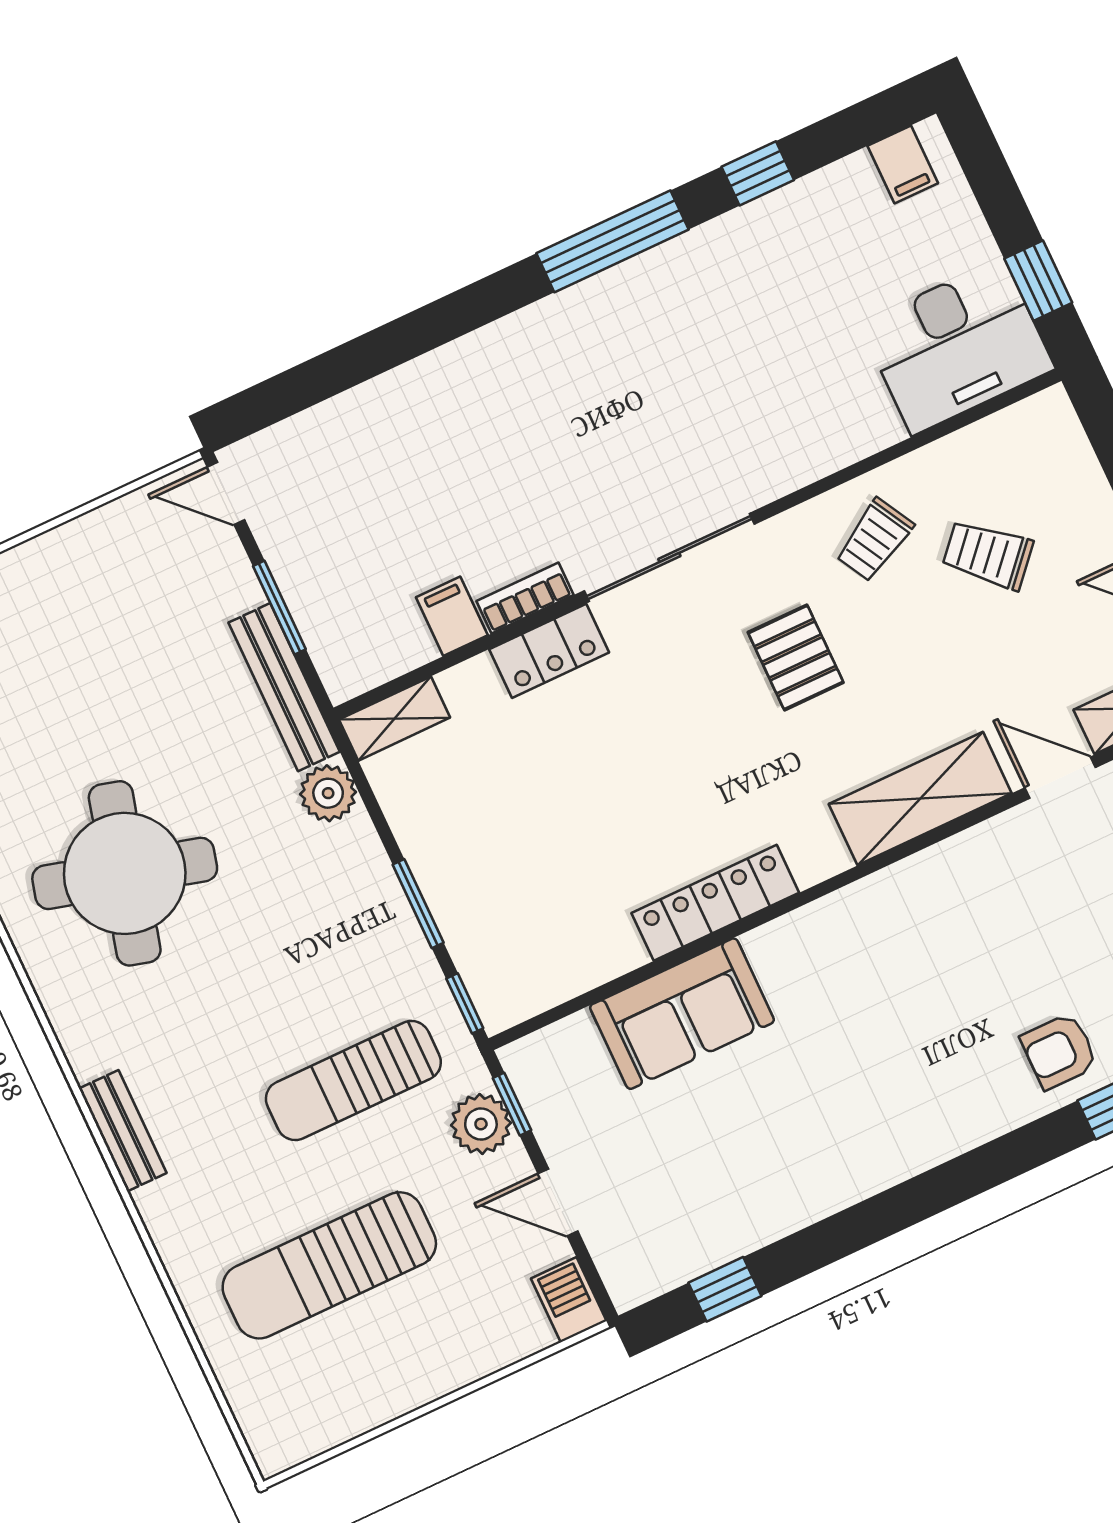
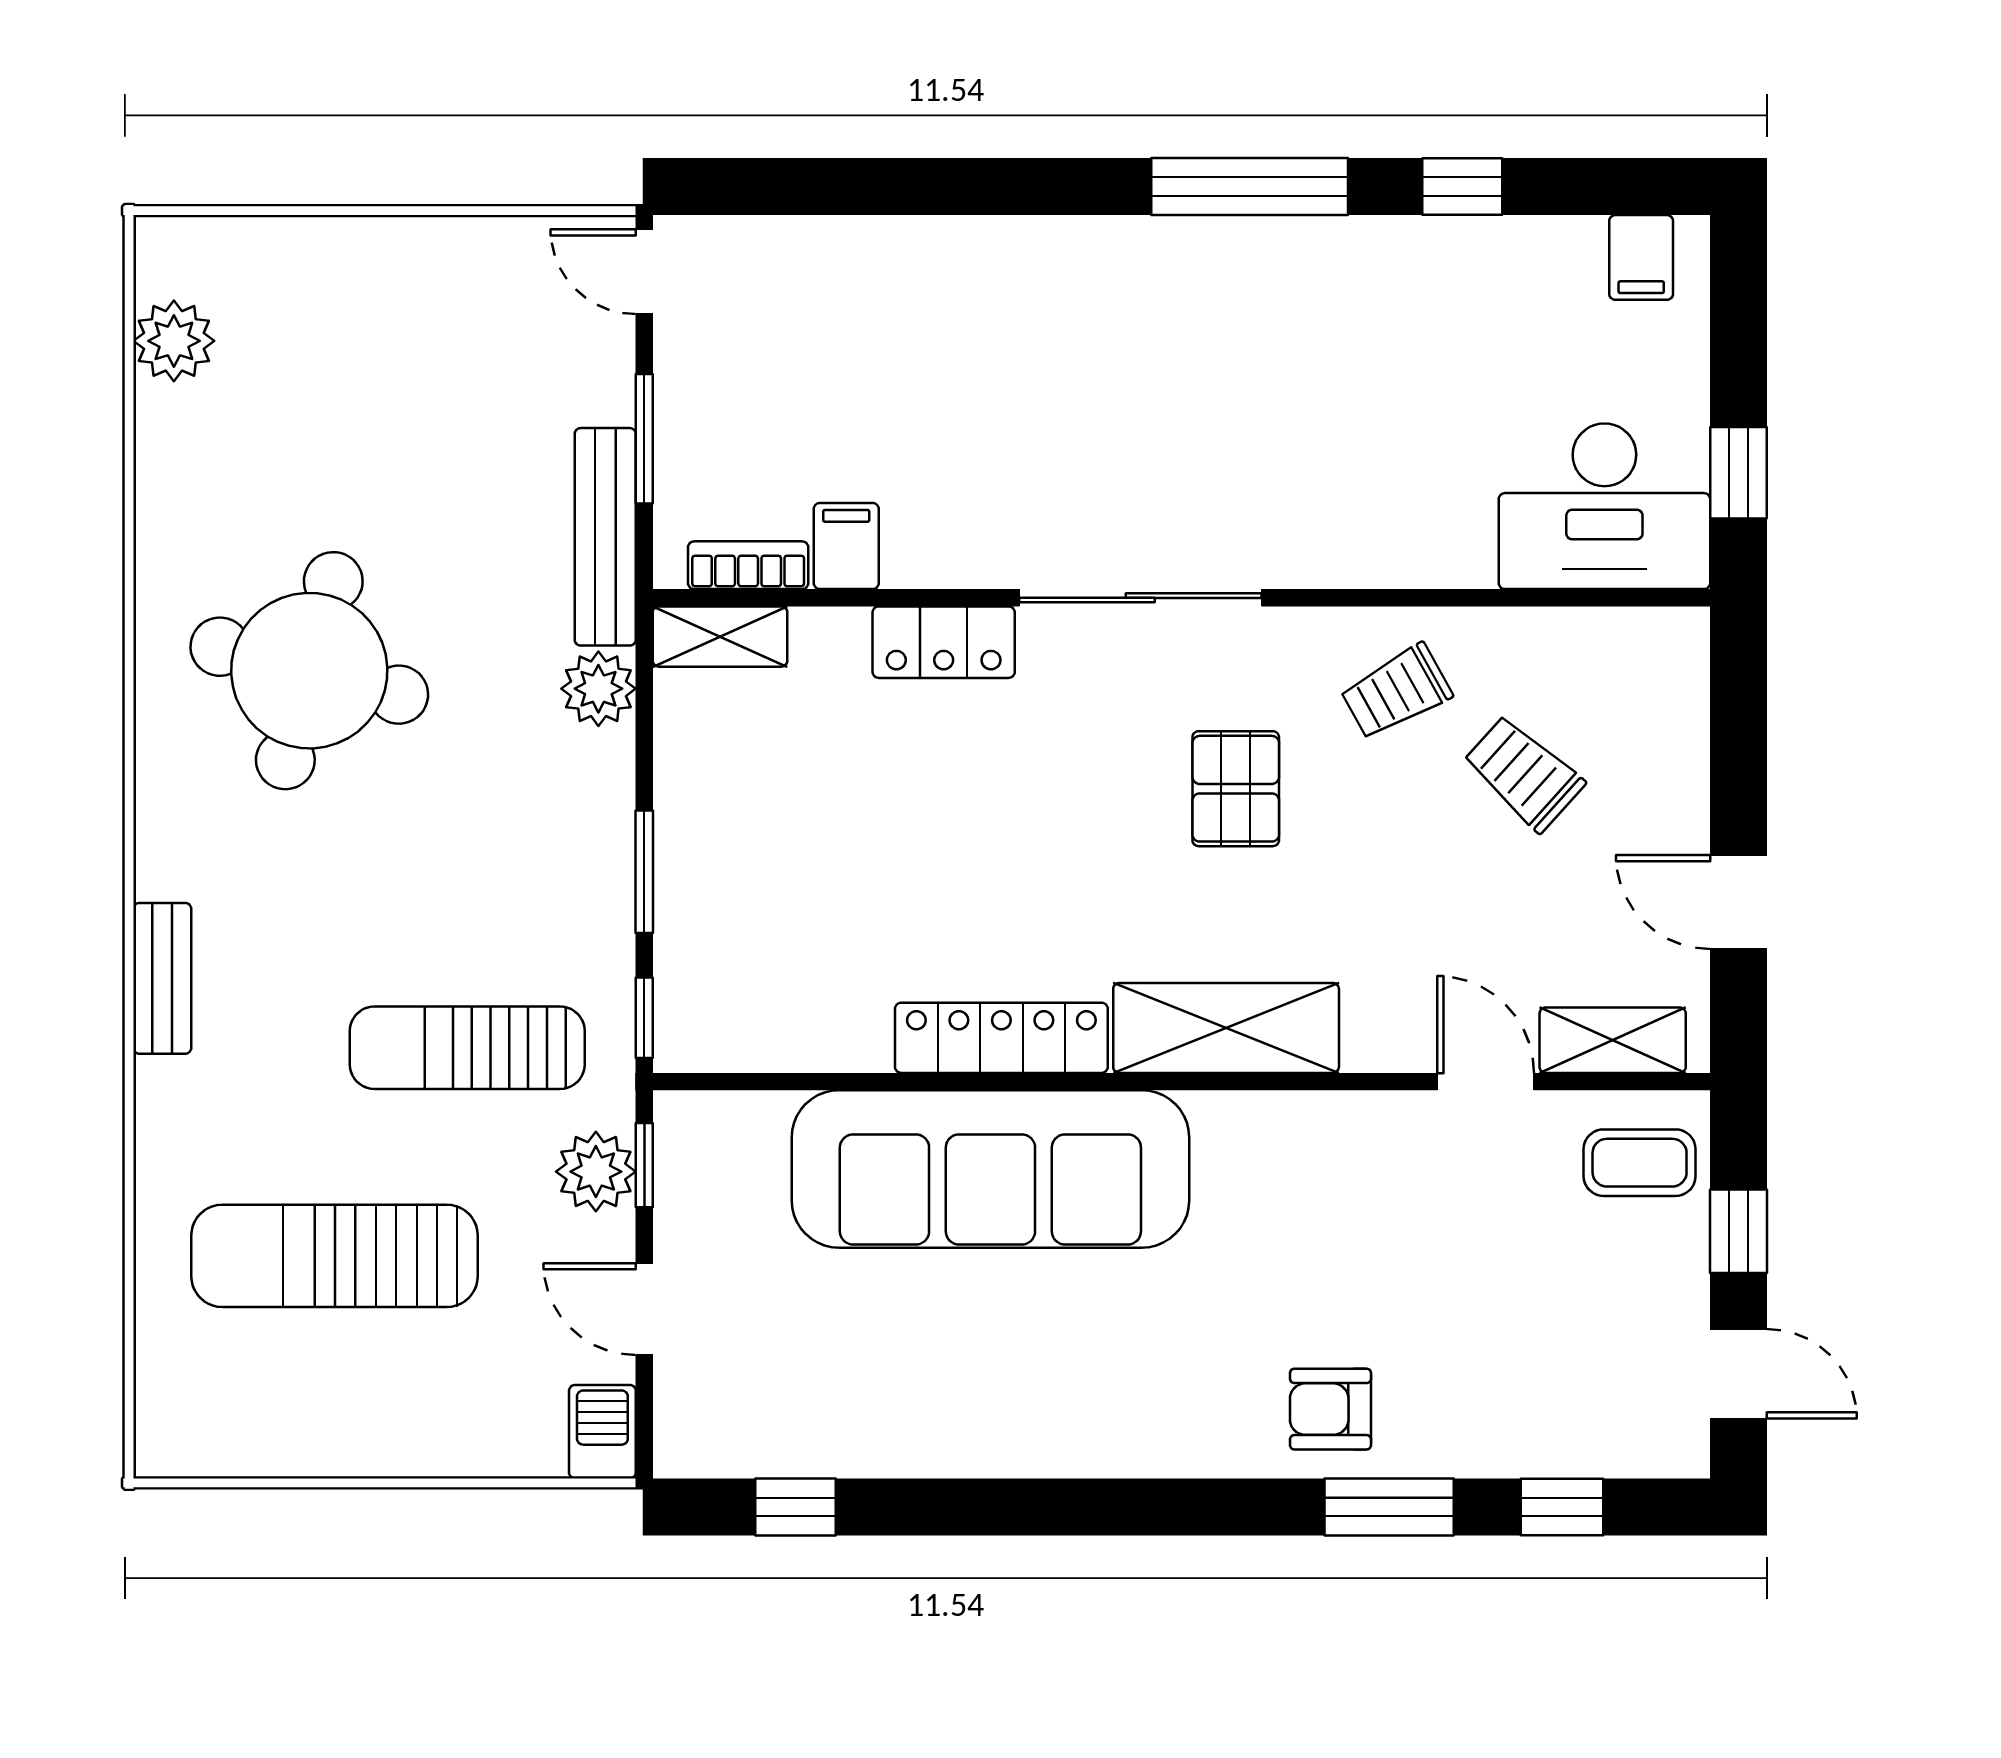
bookcase: (525, 598) -> (748, 565), moved
shelving: (920, 799) -> (1226, 1028), moved
sofa: (682, 1014) -> (990, 1169), width x1.85, depth x1.27

